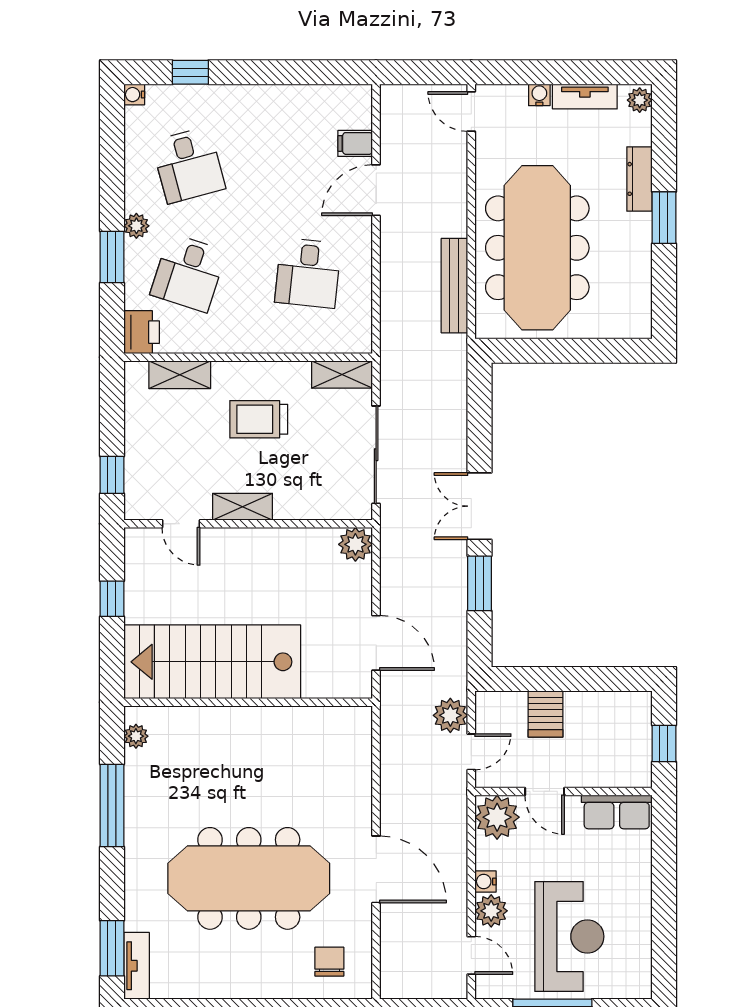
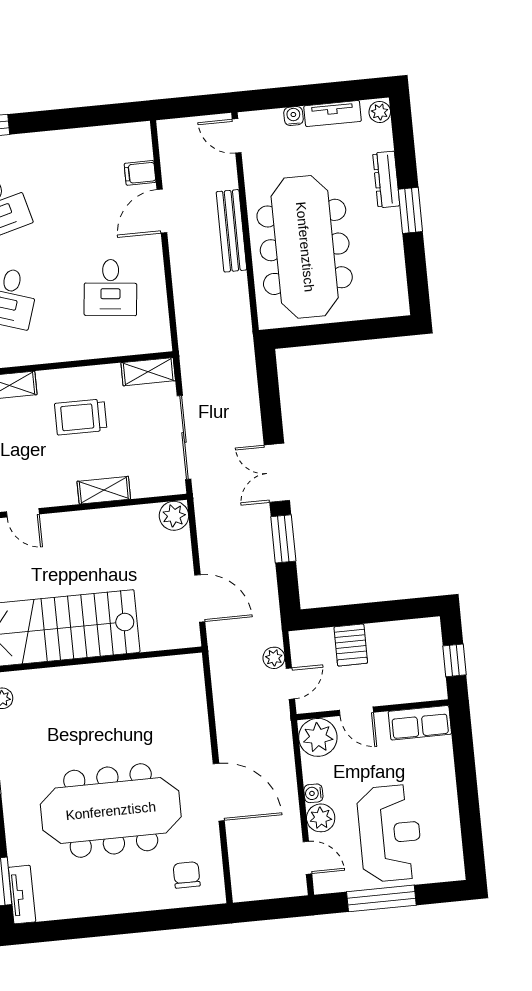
bench: (454, 286) -> (231, 231), moved
shelving: (243, 507) -> (104, 490), moved
plant: (450, 715) -> (274, 658), width x0.73, depth x0.73

